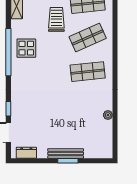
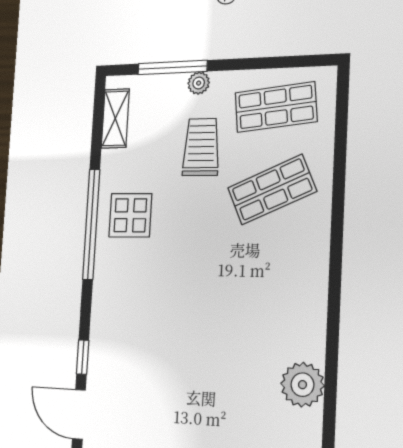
shop shelf: (88, 72) -> (268, 273), removed
plant: (108, 115) -> (302, 385), width x1.87, depth x1.87

